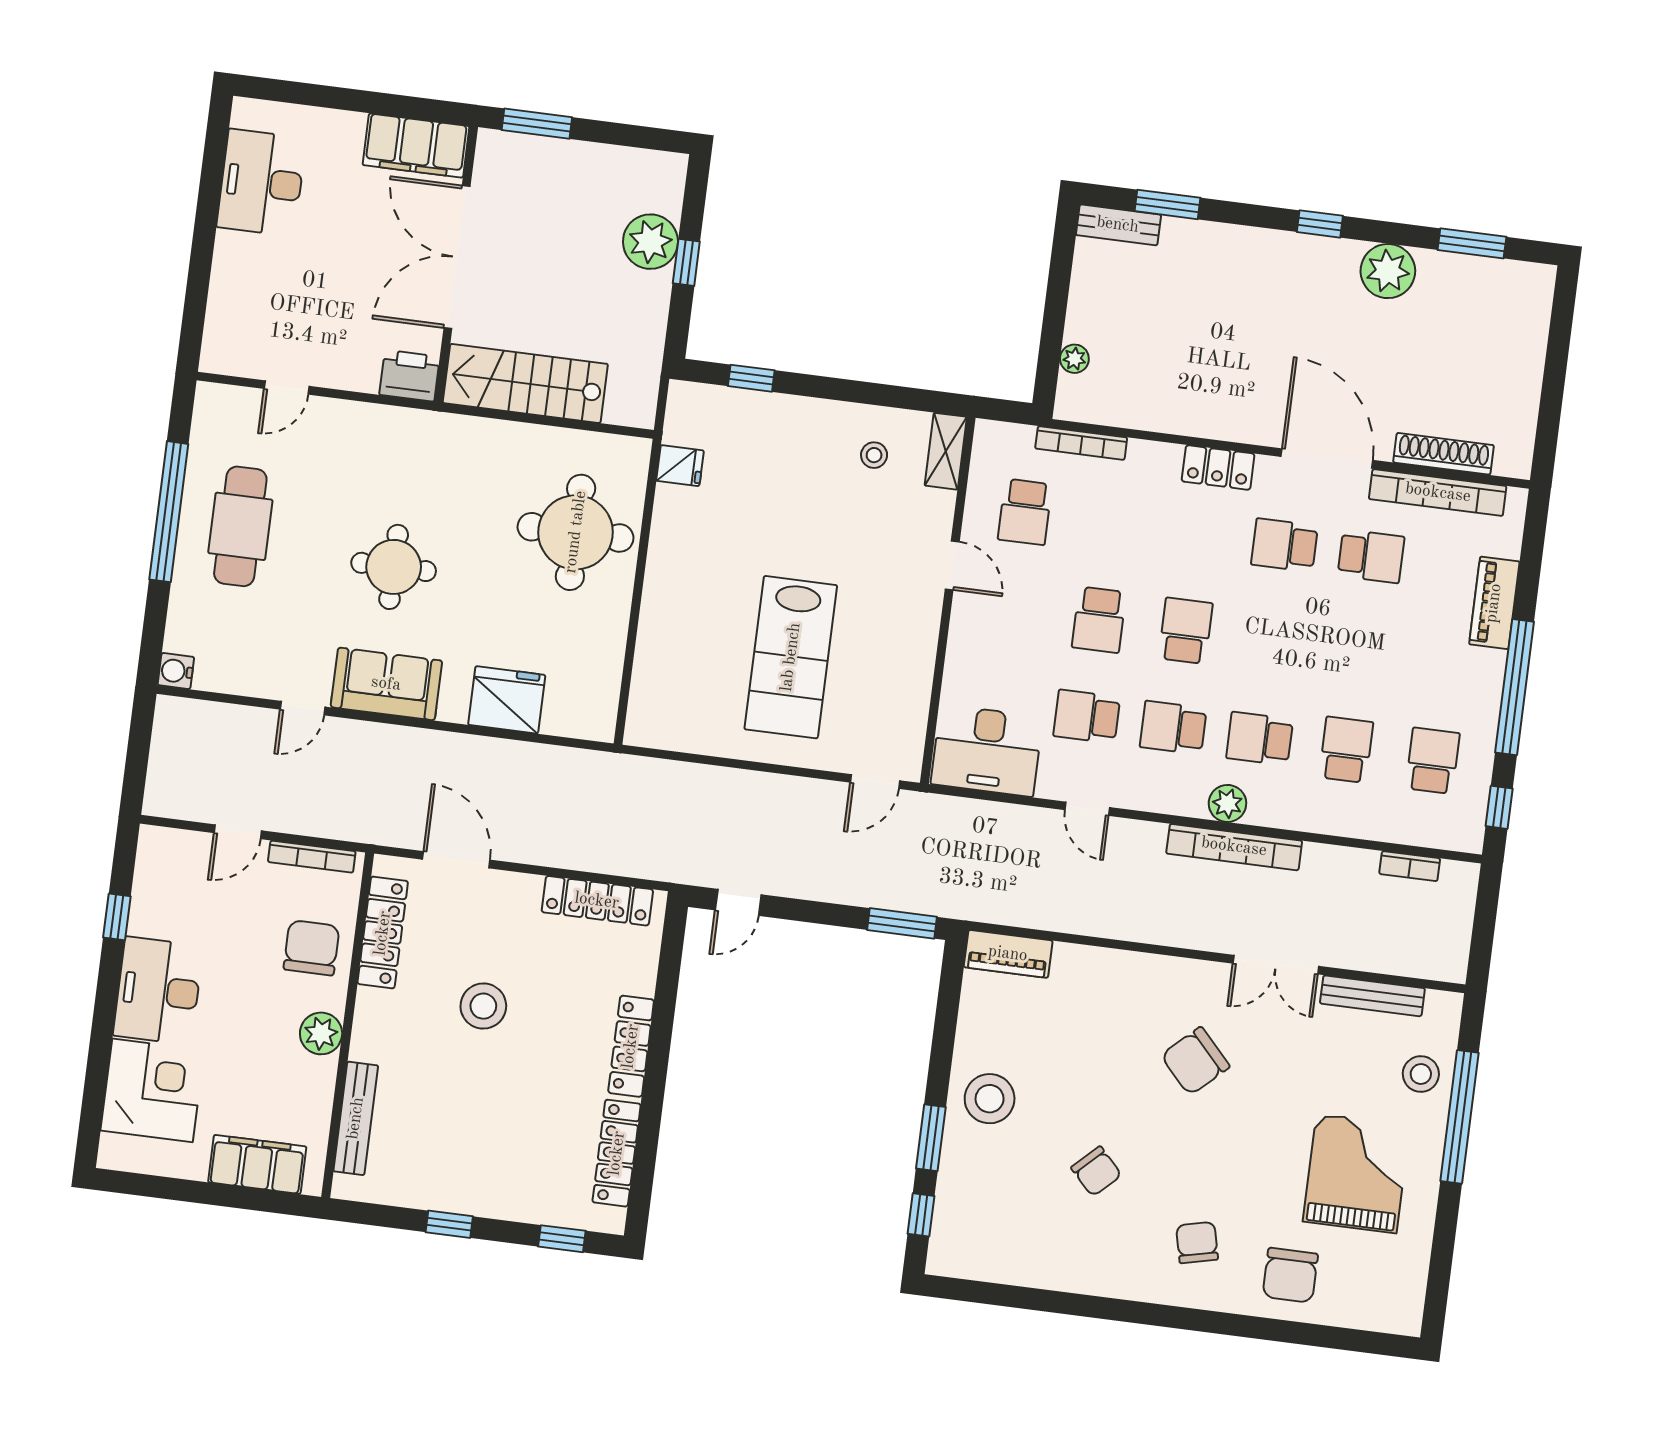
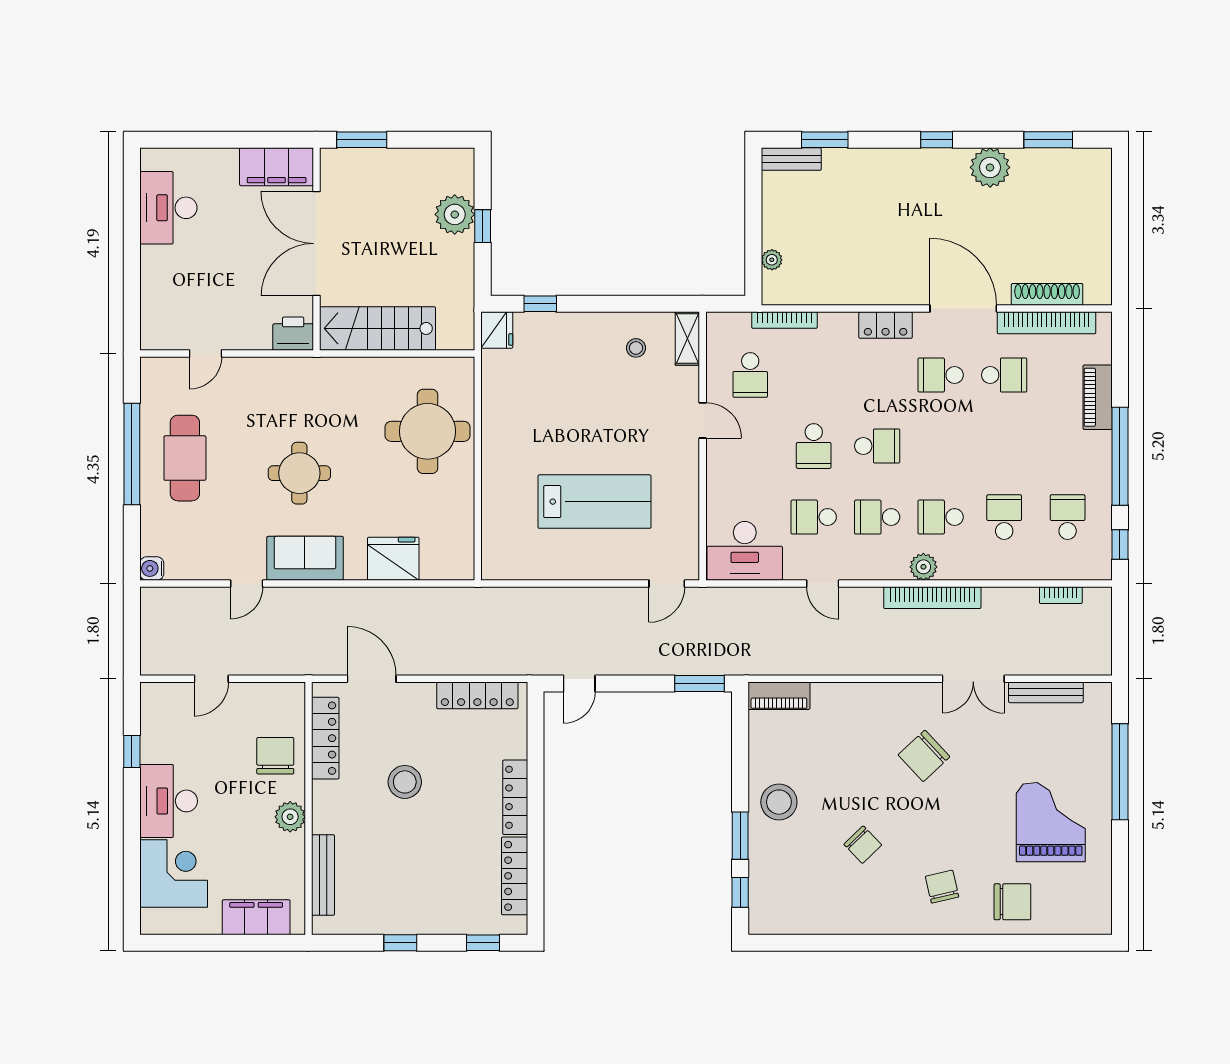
fridge: (680, 466) -> (497, 330), moved, width x1.38
school desk: (1186, 631) -> (877, 446), turned 90
lab bench: (791, 657) -> (595, 502), turned -90
bookcase: (312, 857) -> (267, 690), removed
stool: (1421, 1074) -> (1088, 744), removed
chair: (1290, 1275) -> (1012, 902), turned -90

